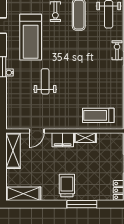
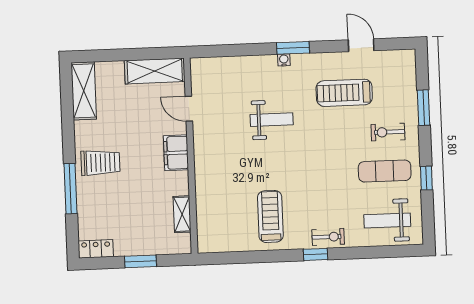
treadmill: (31, 37) -> (344, 93), width x0.73, depth x0.73
treadmill: (98, 115) -> (270, 216), moved
shelving: (85, 138) -> (182, 214), moved

